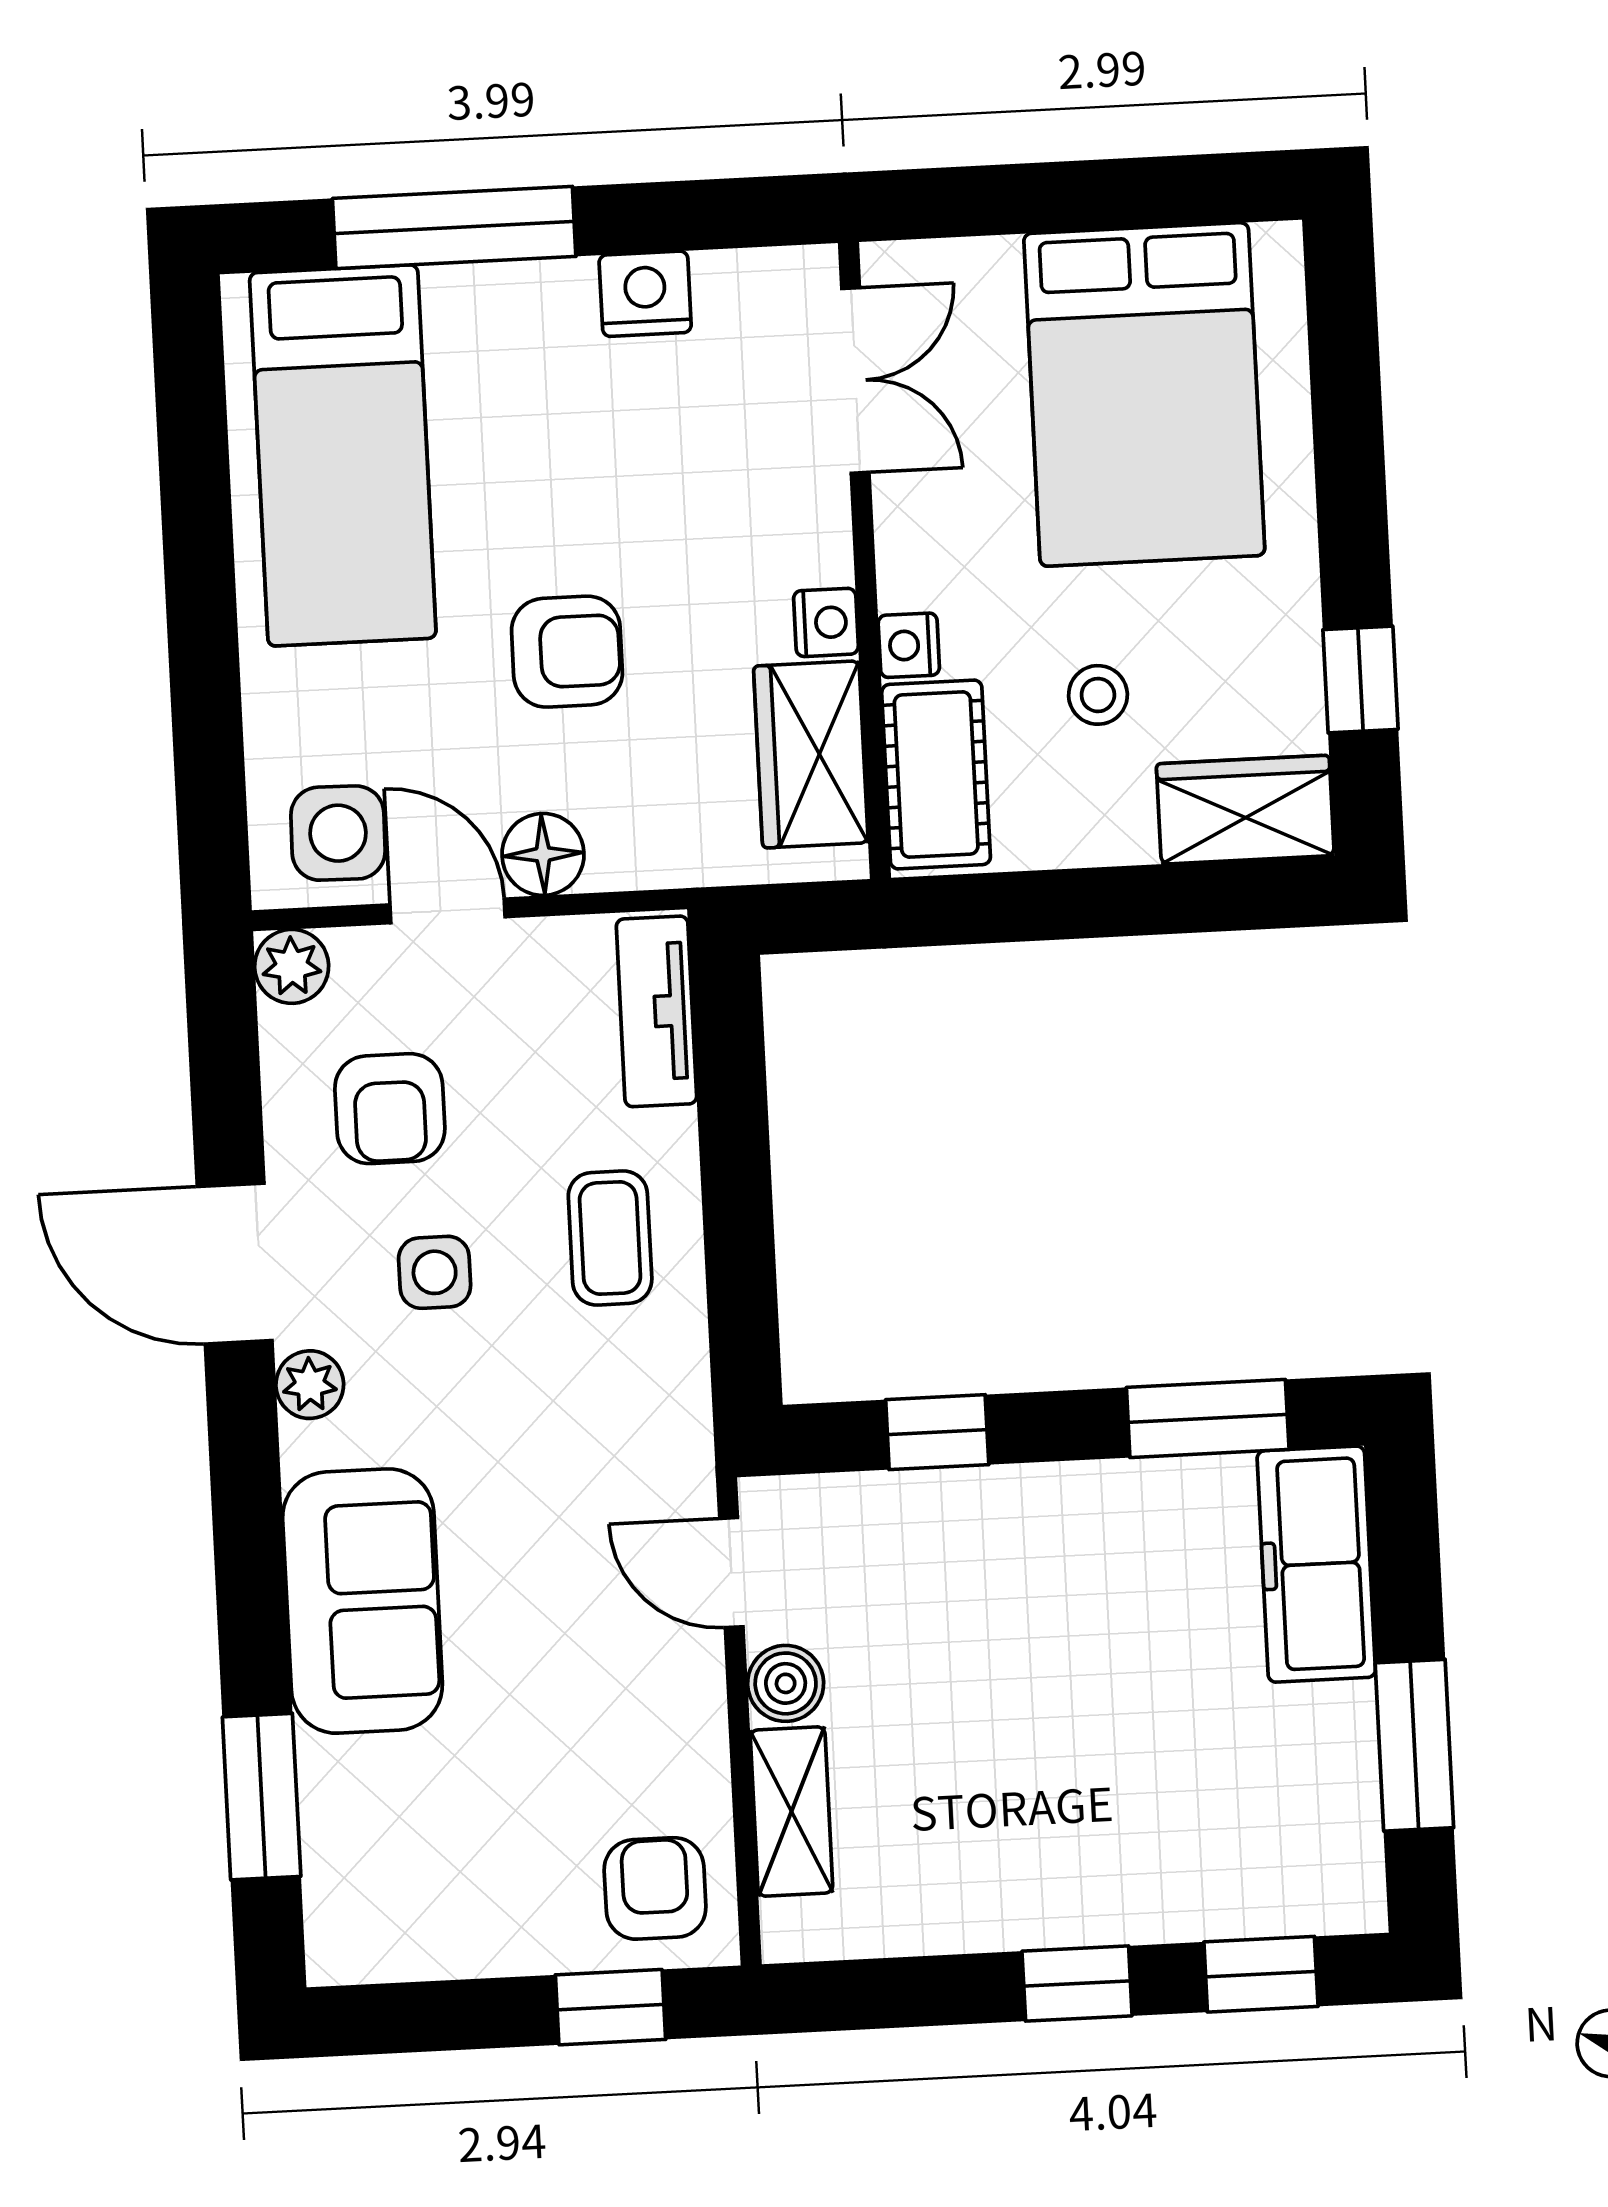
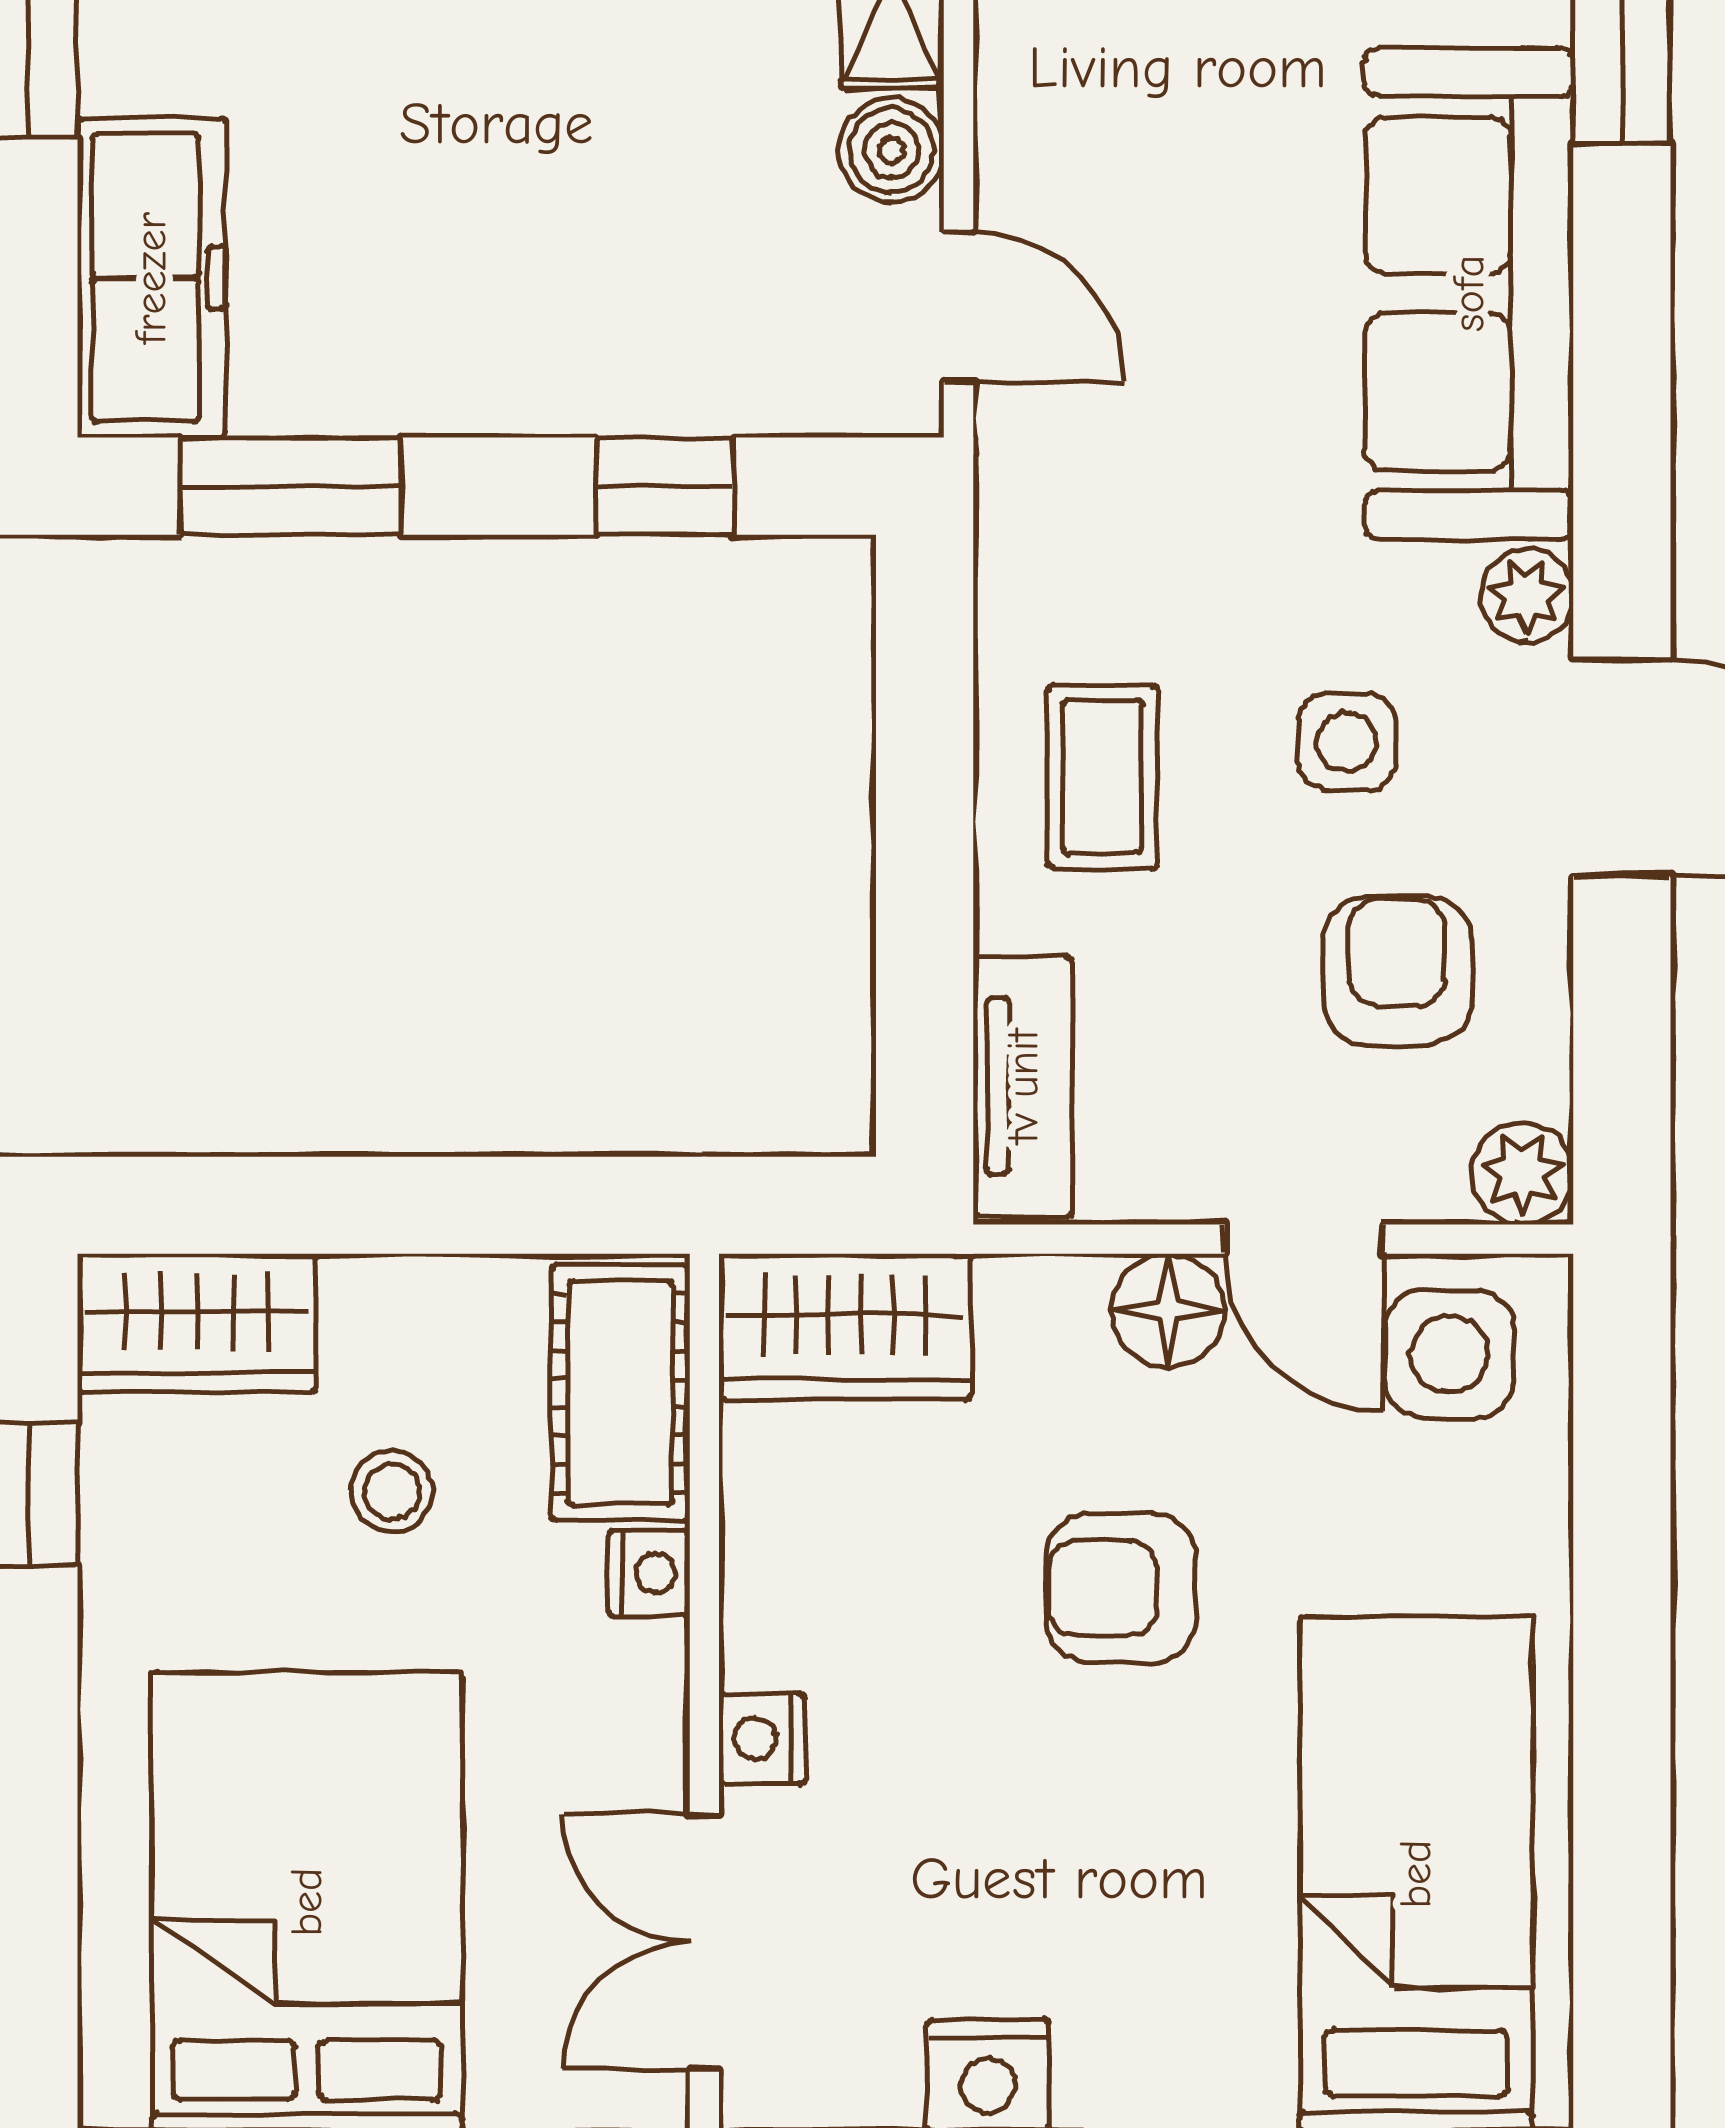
nightstand: (826, 622) -> (762, 1739), moved
wardrobe: (811, 754) -> (845, 1327), moved, turned 90
sofa: (363, 1601) -> (1469, 293), width x1.36

